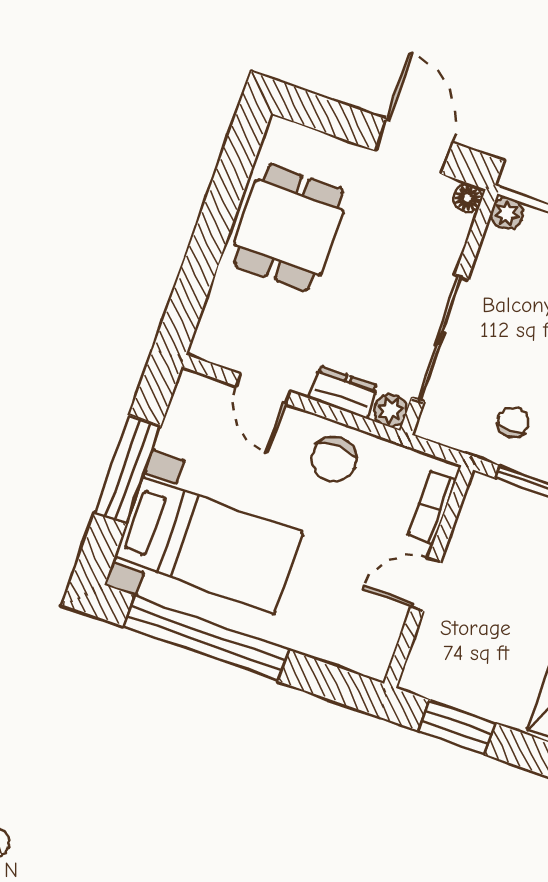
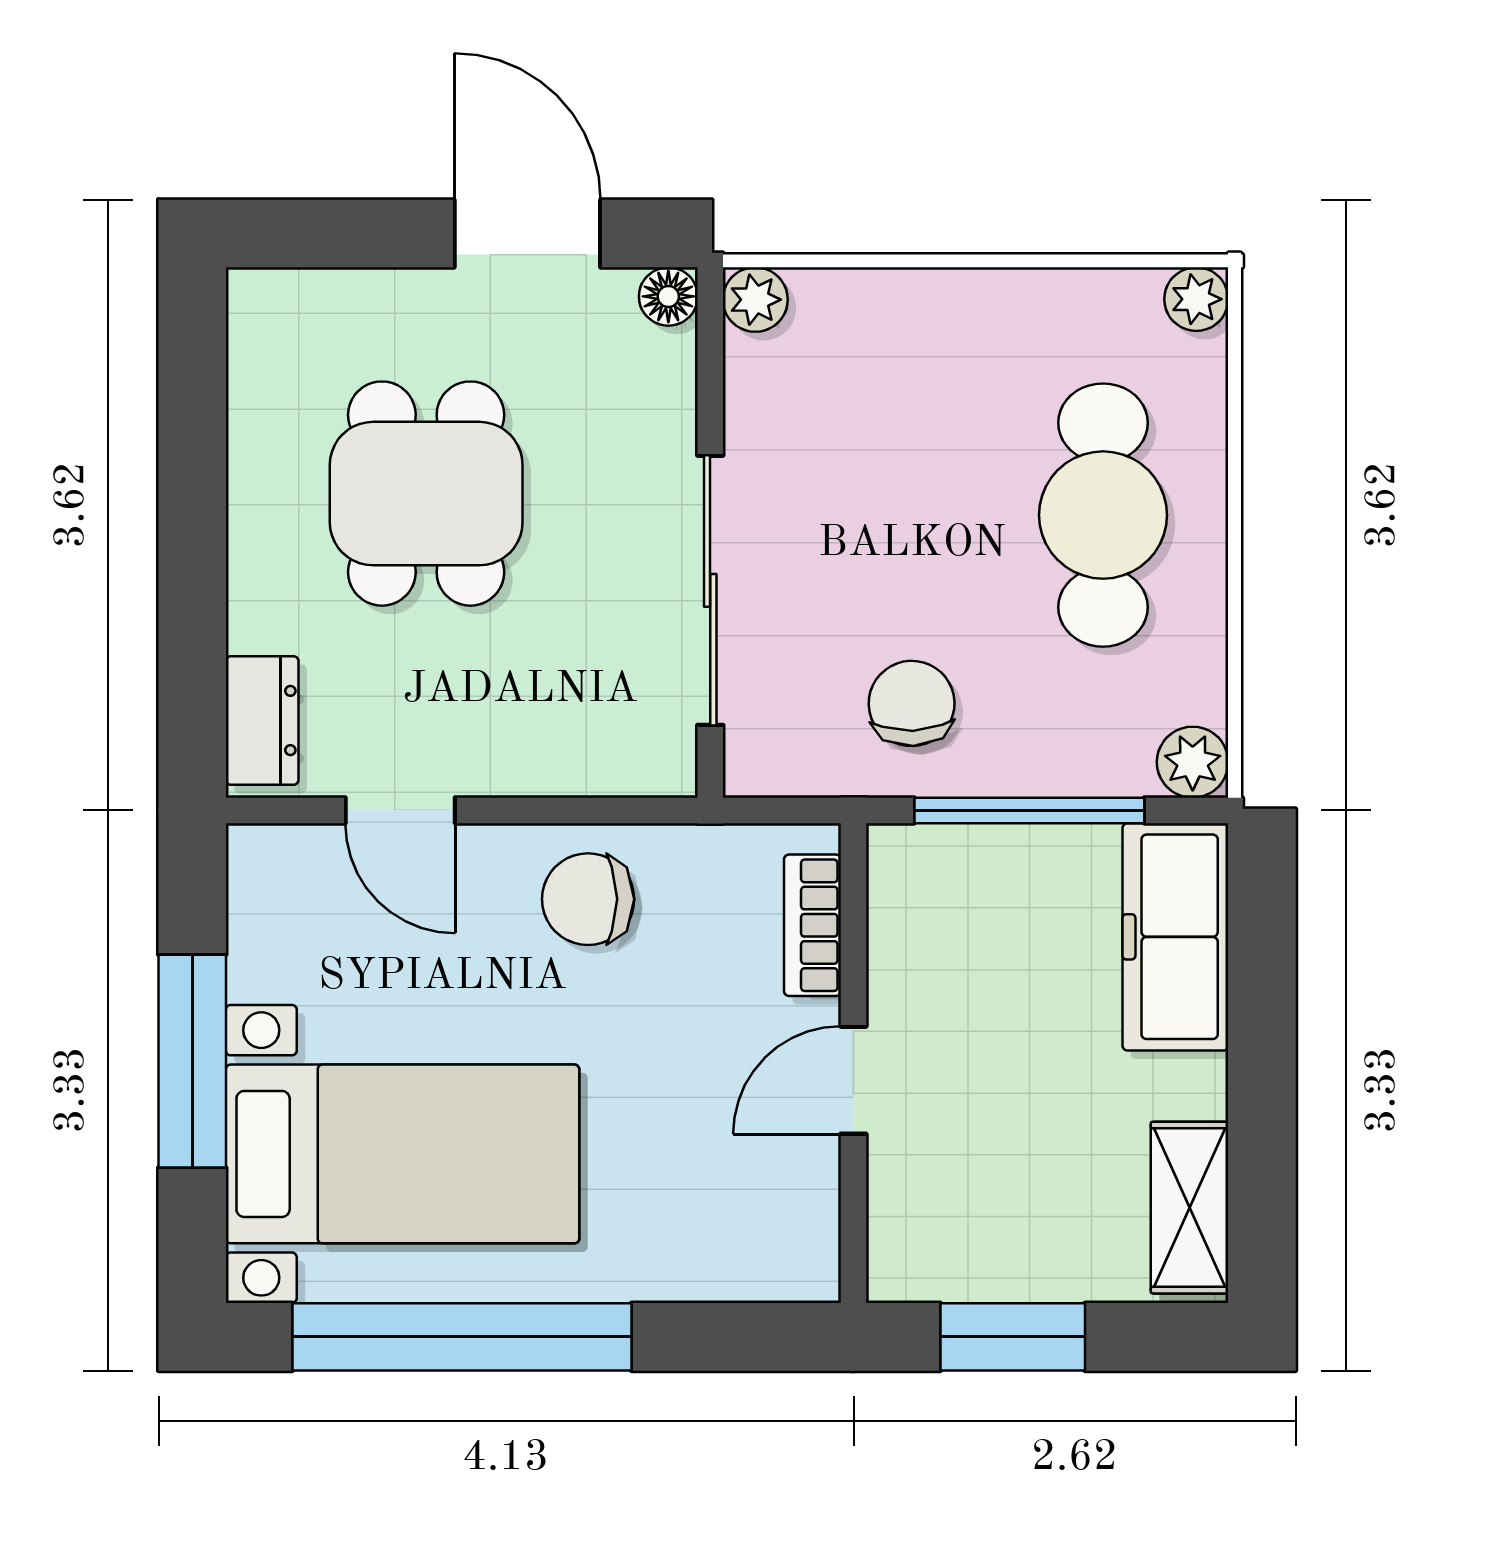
dining table: (288, 227) -> (426, 494), moved
dresser: (343, 392) -> (262, 720), moved, turned 90
plant: (391, 410) -> (664, 764), removed
chair: (513, 422) -> (912, 703), width x1.37, depth x1.37
chair: (334, 459) -> (588, 899), turned 90

